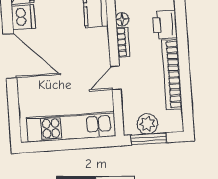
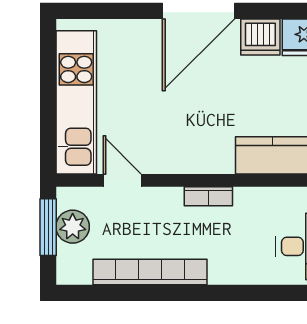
floor lamp: (122, 19) -> (246, 198), removed
printer: (165, 25) -> (232, 266), removed
door: (116, 78) -> (122, 180), moved

